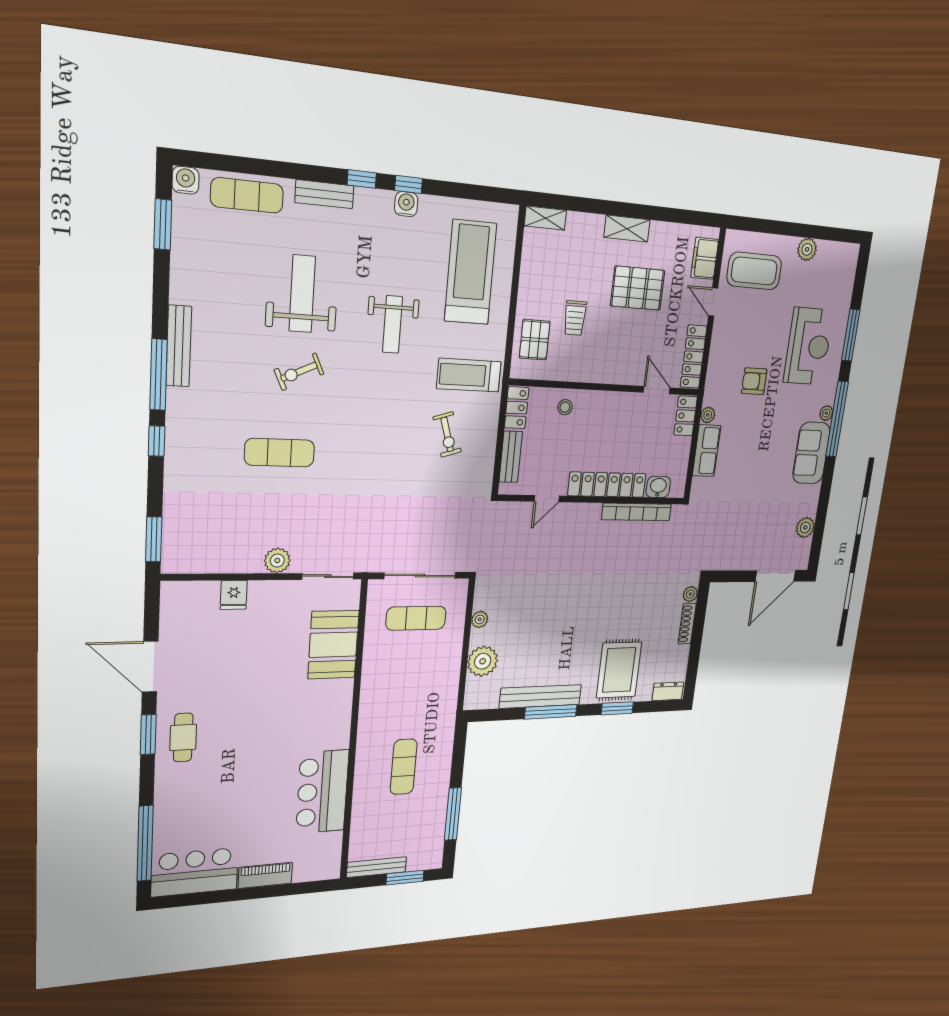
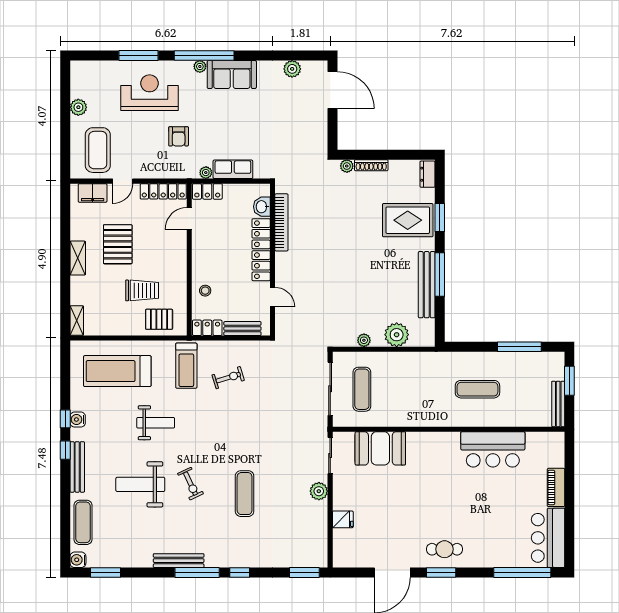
bench: (324, 194) -> (77, 467), width x1.36
trolley: (575, 318) -> (142, 290), width x1.36, depth x1.39

